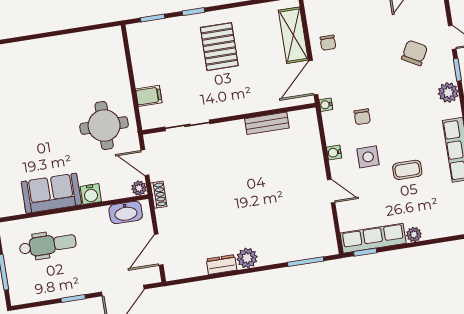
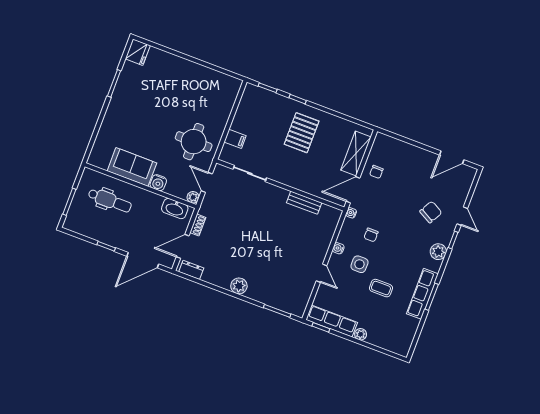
shoe rack: (159, 195) -> (198, 225), moved
dresser: (221, 264) -> (191, 270), moved

